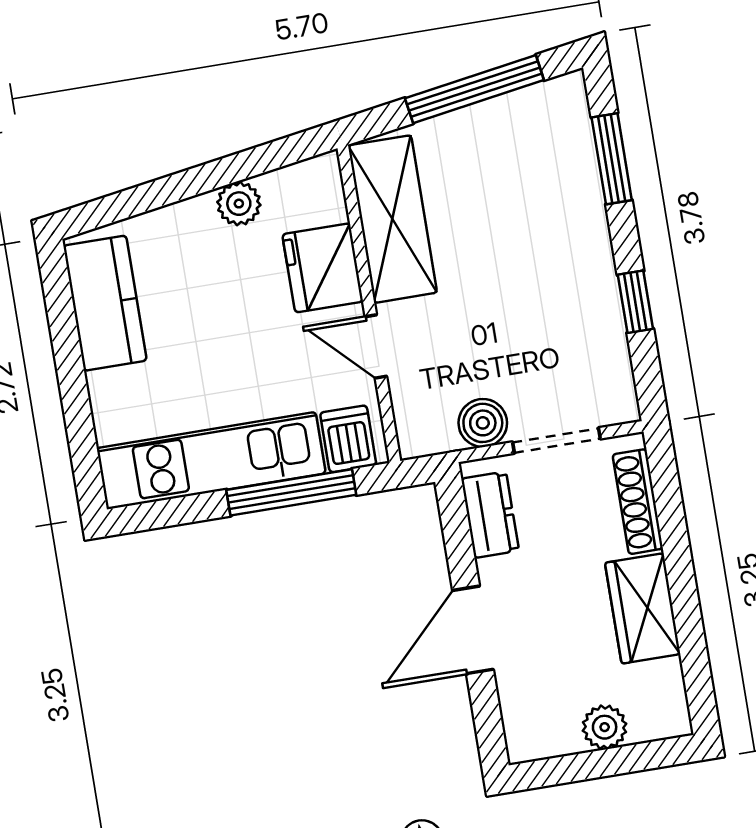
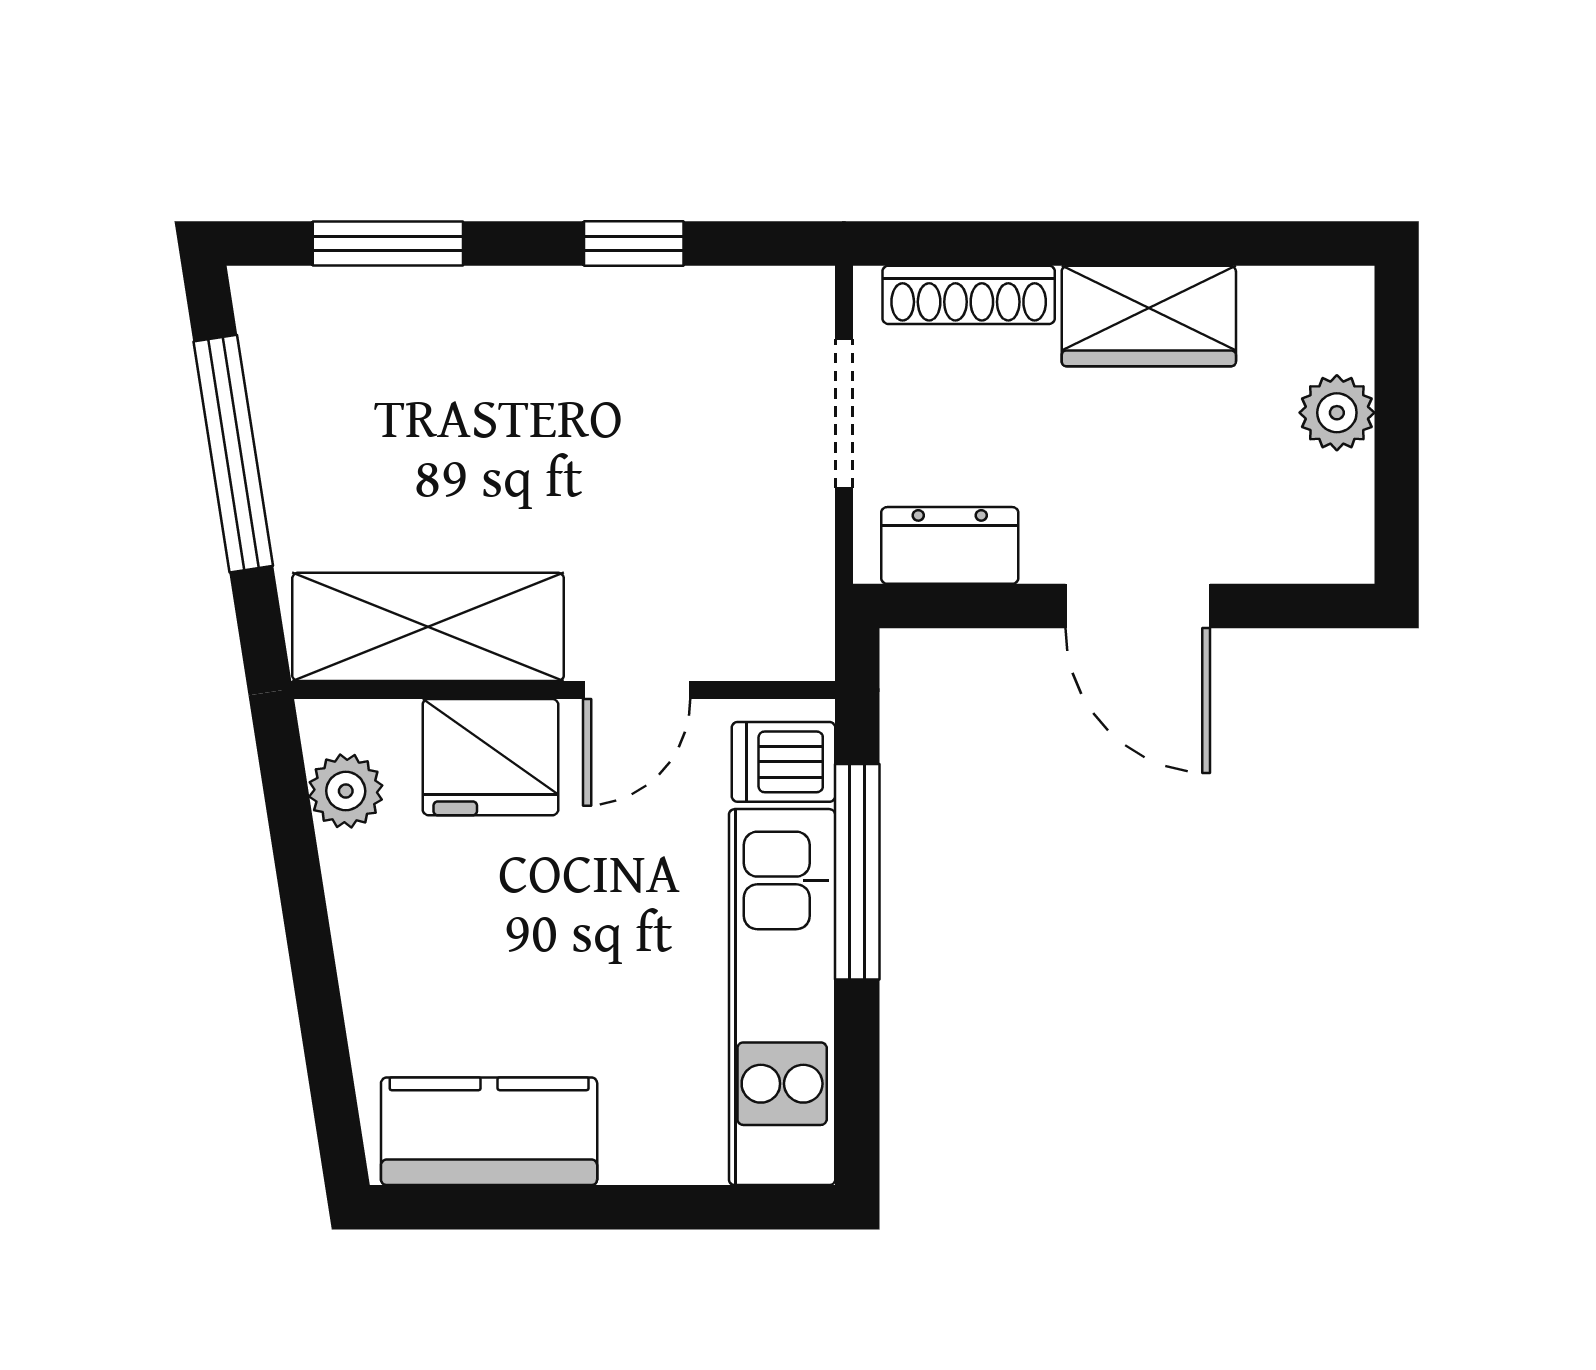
plant: (239, 204) -> (346, 791), moved
boiler: (483, 423) -> (794, 532), removed

